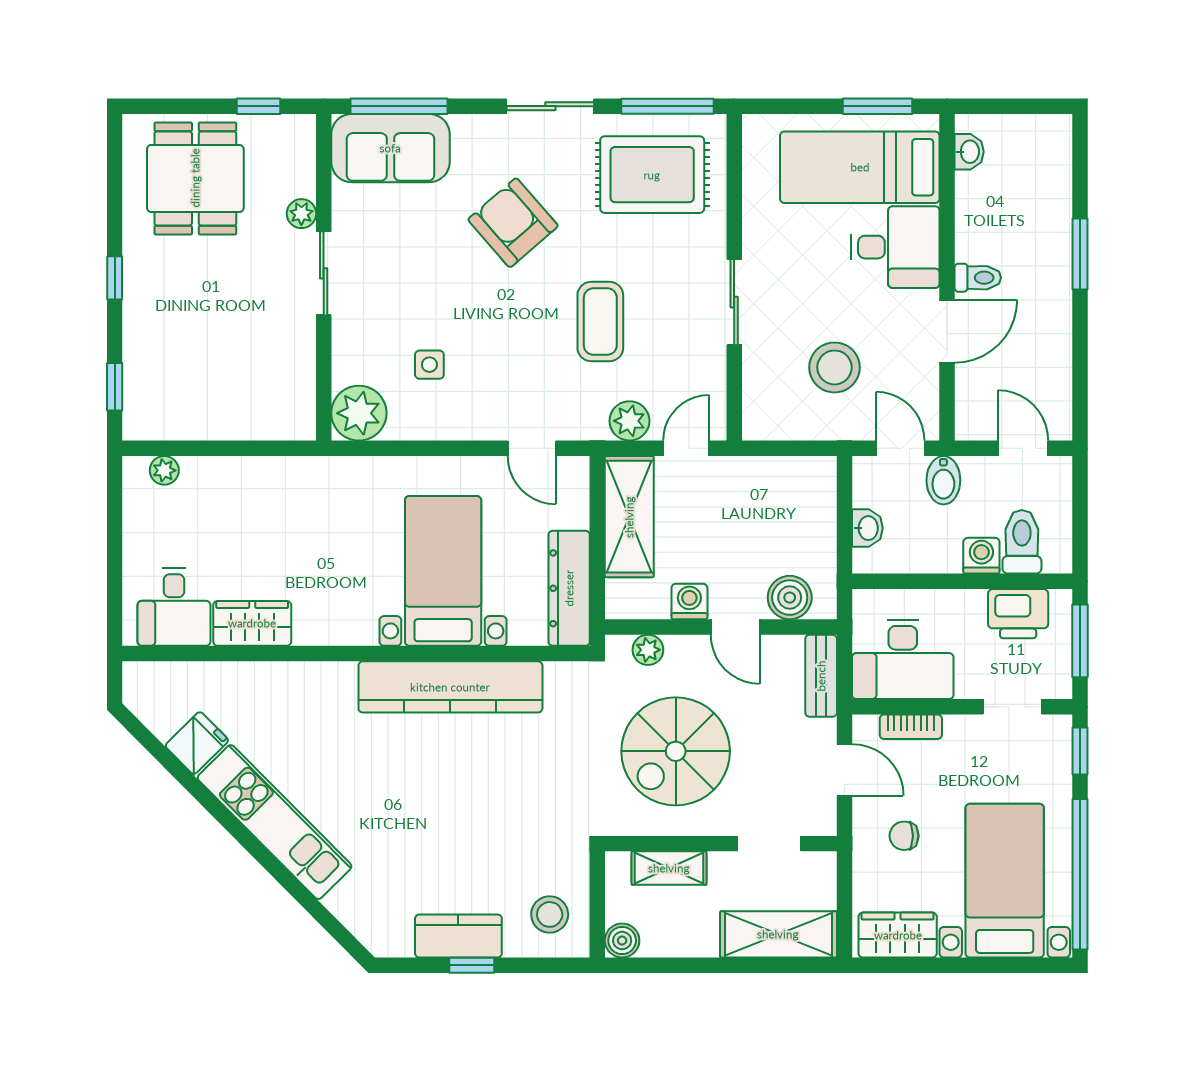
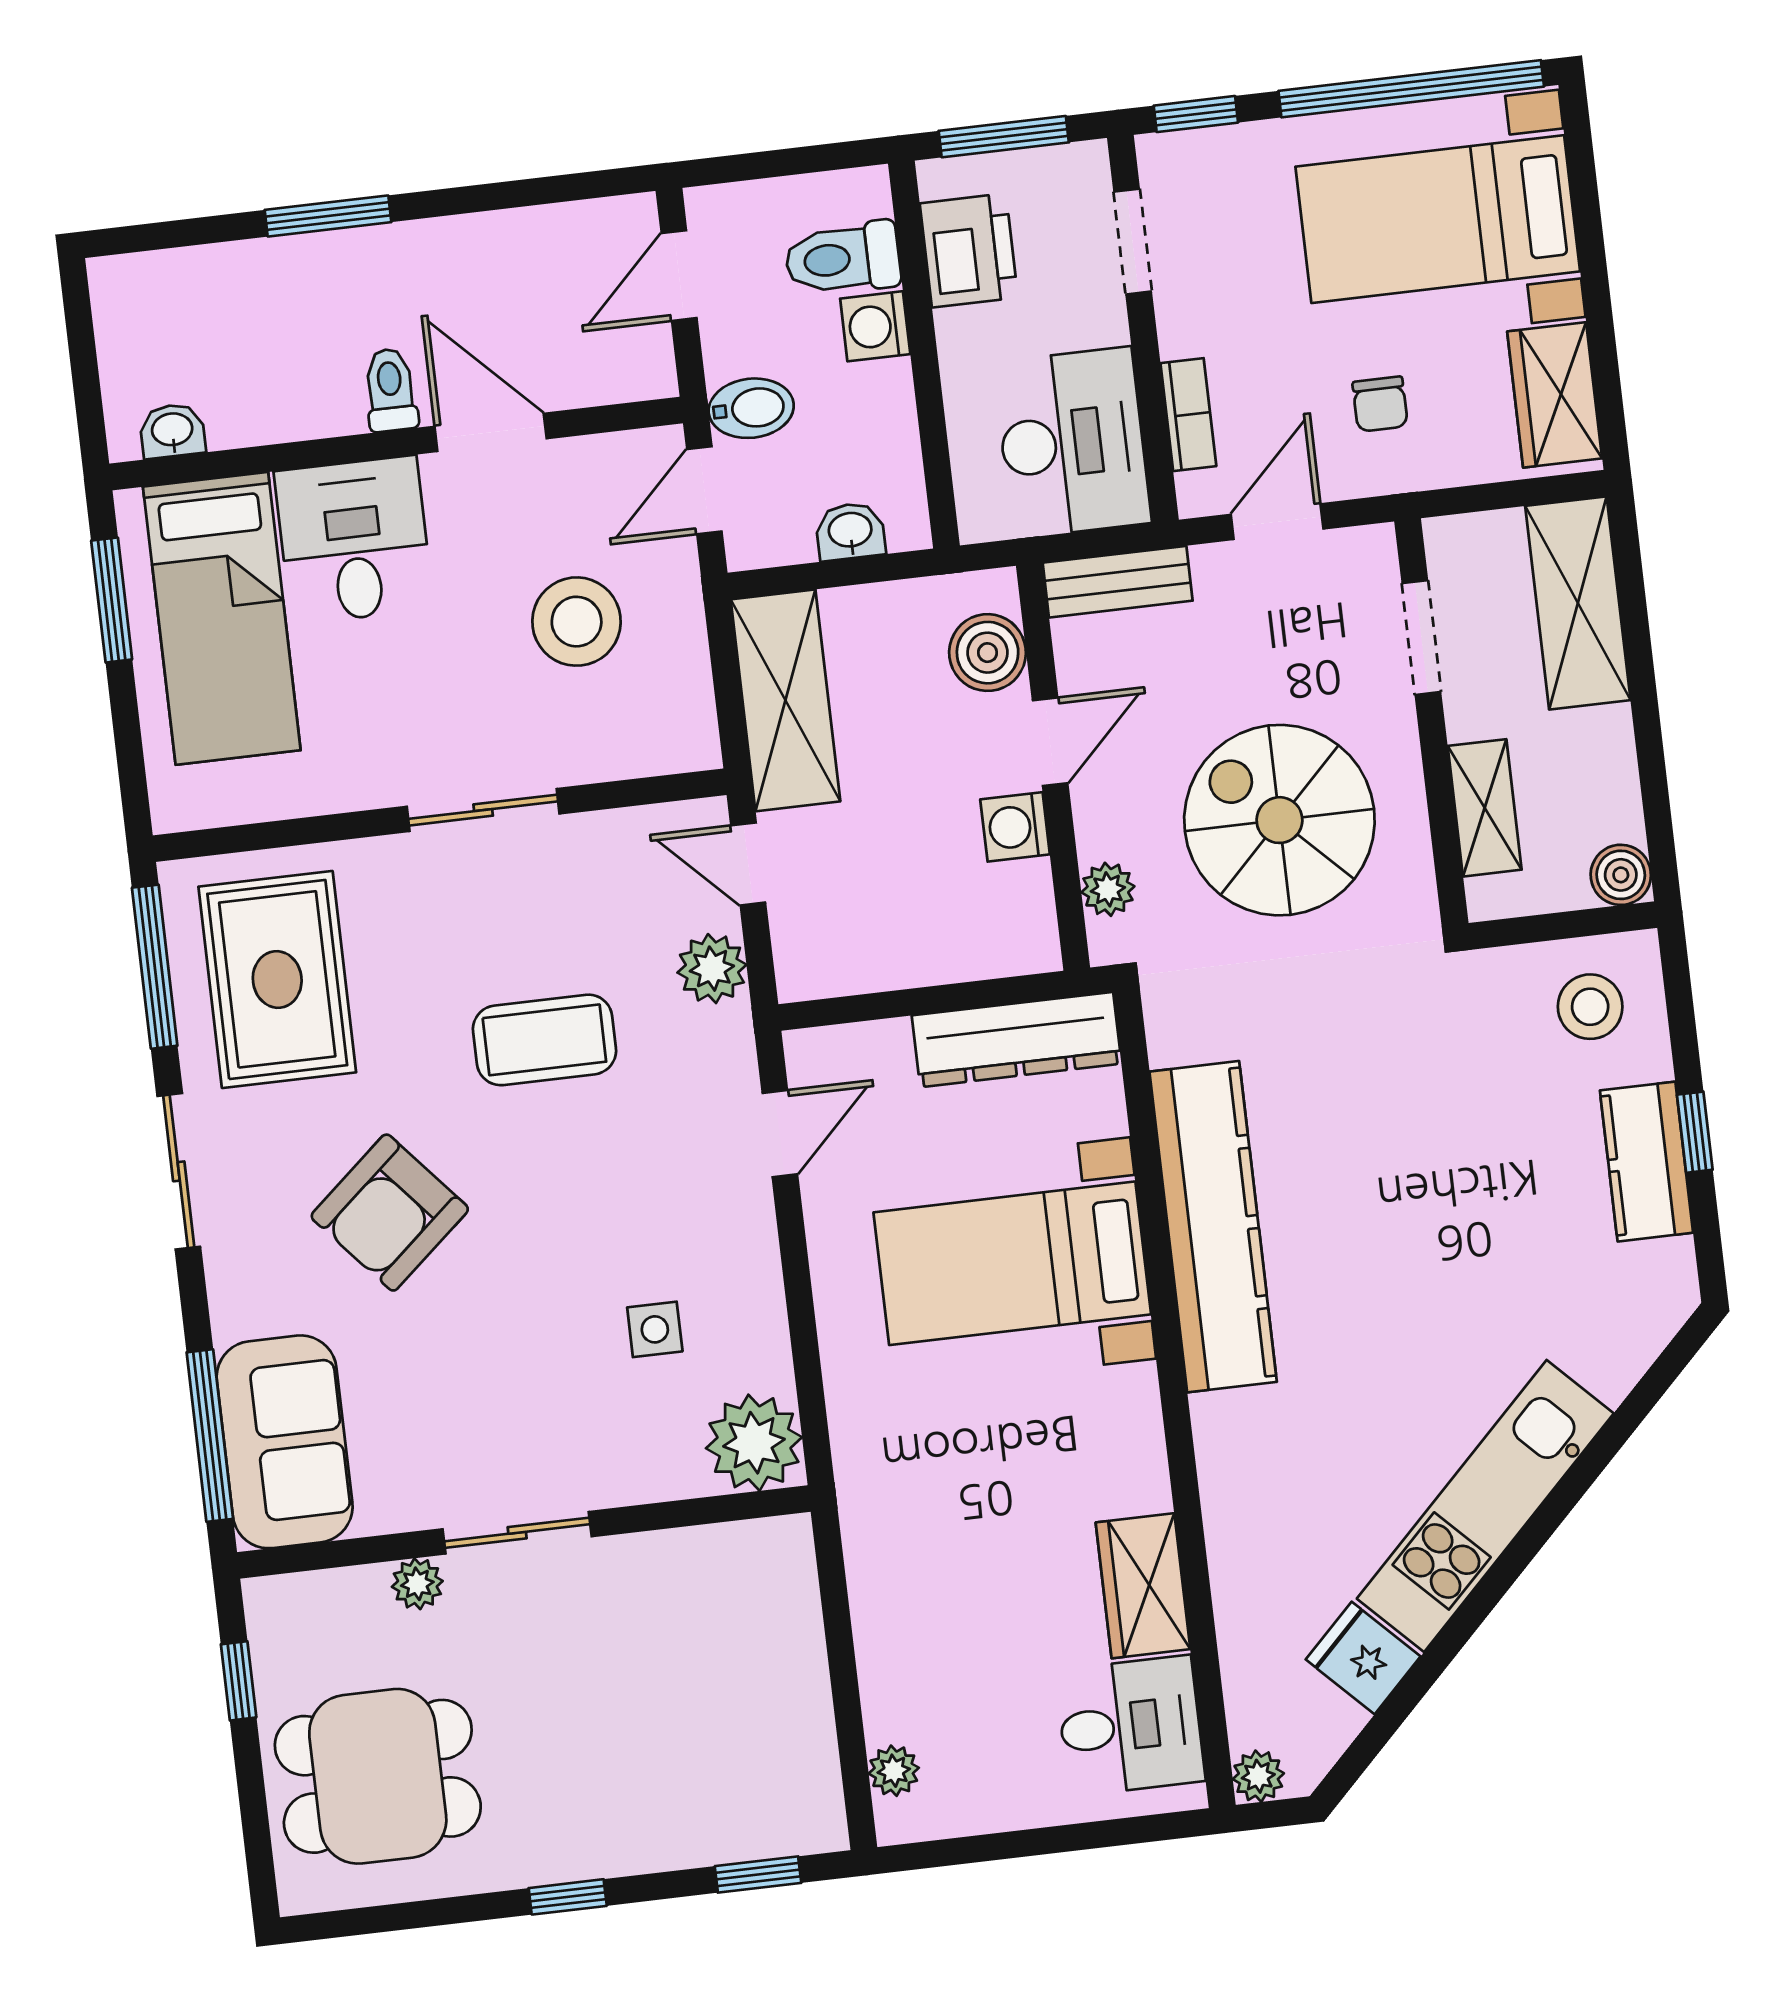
shelving: (629, 517) -> (785, 700), moved, turned 90
plant: (137, 676) -> (1258, 1776), added
spiral stairs: (676, 751) -> (1279, 820), turned 180

